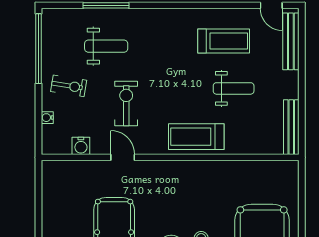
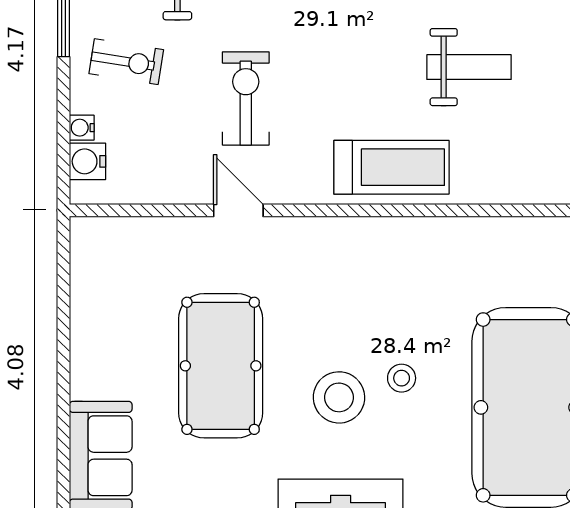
treadmill: (196, 137) -> (391, 167), turned 180
water cooler: (81, 146) -> (87, 161), moved, turned 90

